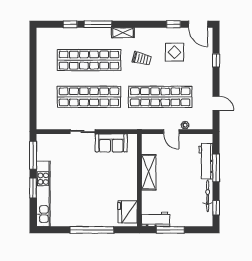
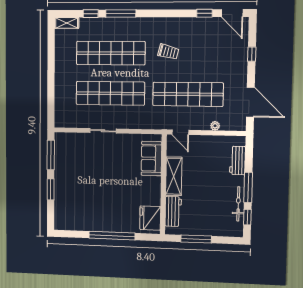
shelving: (123, 33) -> (67, 23), moved
display table: (174, 52) -> (205, 45), removed
door: (216, 103) -> (250, 102), width x1.88
door: (171, 132) -> (180, 132), moved
sofa: (111, 143) -> (151, 159), moved, turned 90
workbench: (206, 161) -> (237, 161), width x0.73
window: (216, 168) -> (248, 187), moved
kitchen unit: (43, 194) -> (61, 196), removed
workbench: (155, 219) -> (173, 211), moved, turned 90

